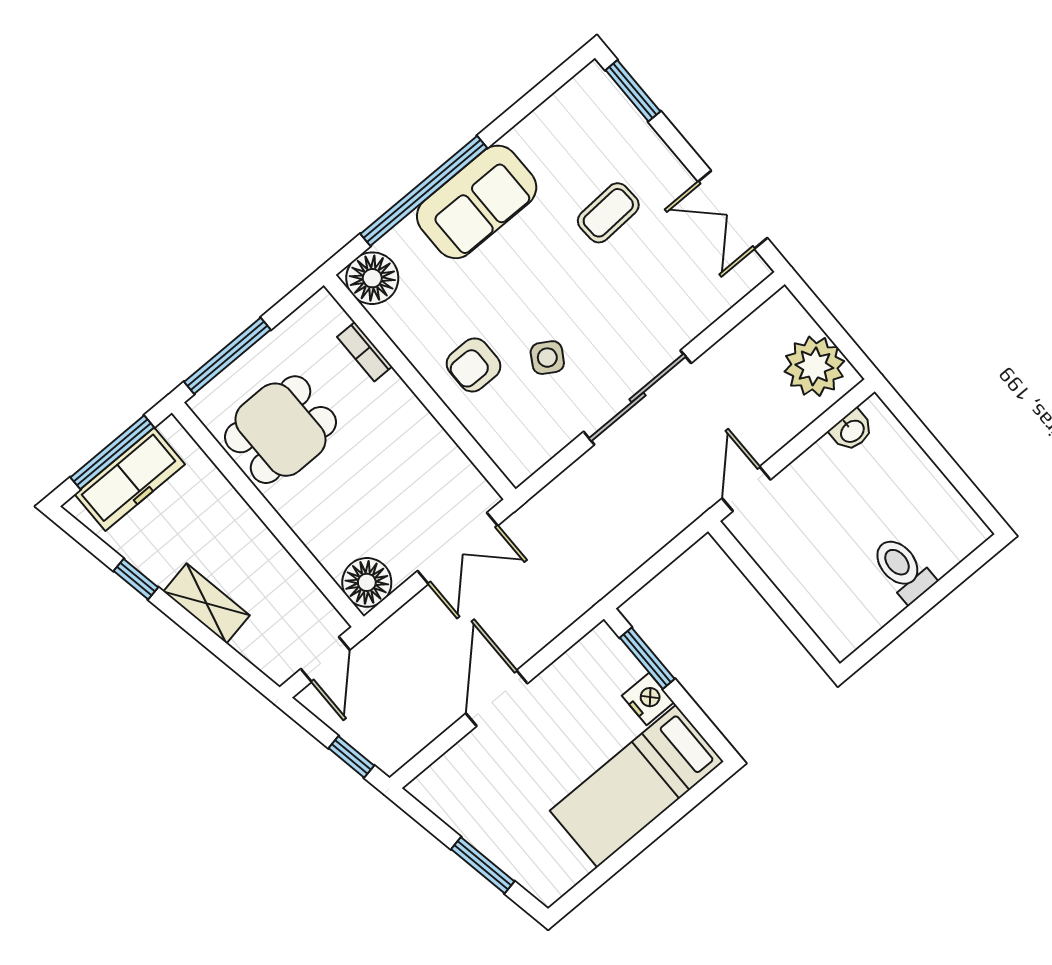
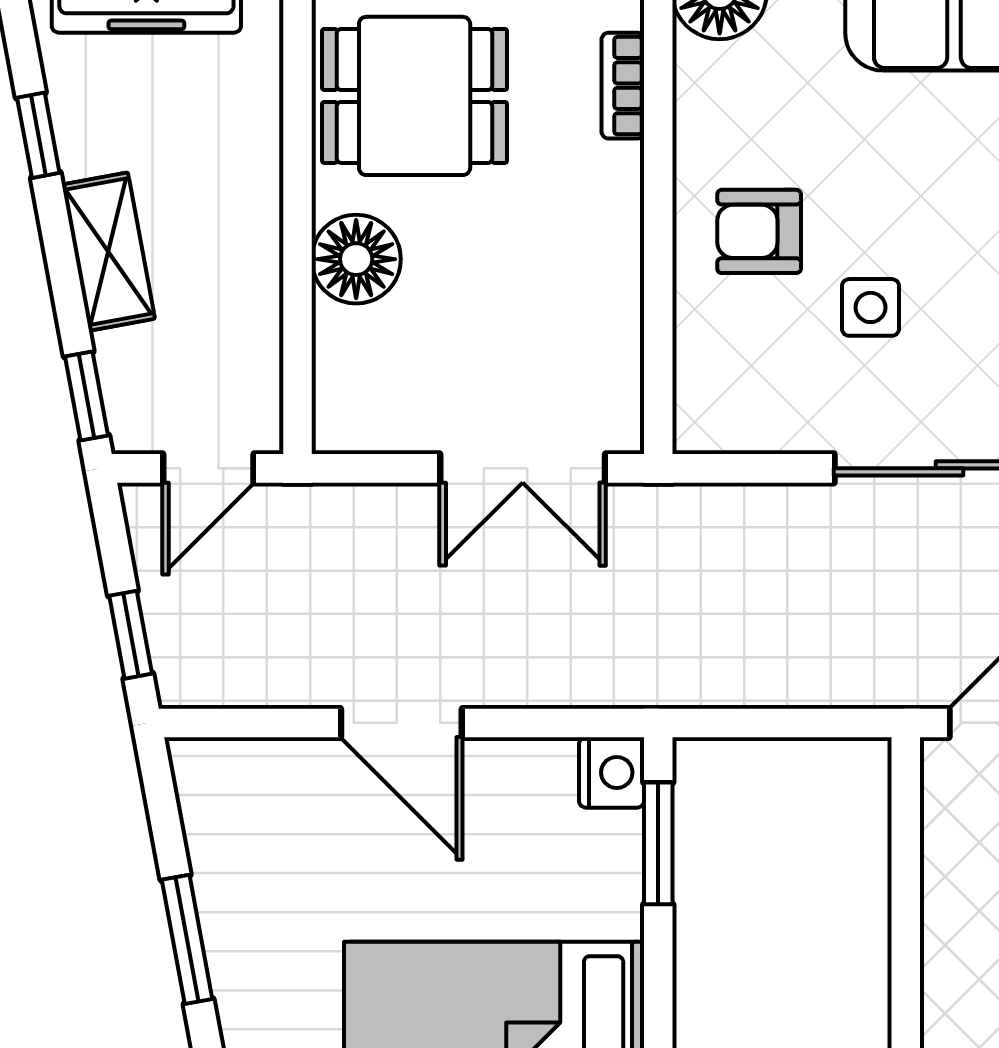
side table: (547, 358) -> (871, 307), turned -31
floor lamp: (367, 582) -> (356, 259), moved
window: (248, 672) -> (87, 396), added
door: (497, 698) -> (401, 723), swing flipped
nightstand: (648, 699) -> (612, 772), moved

